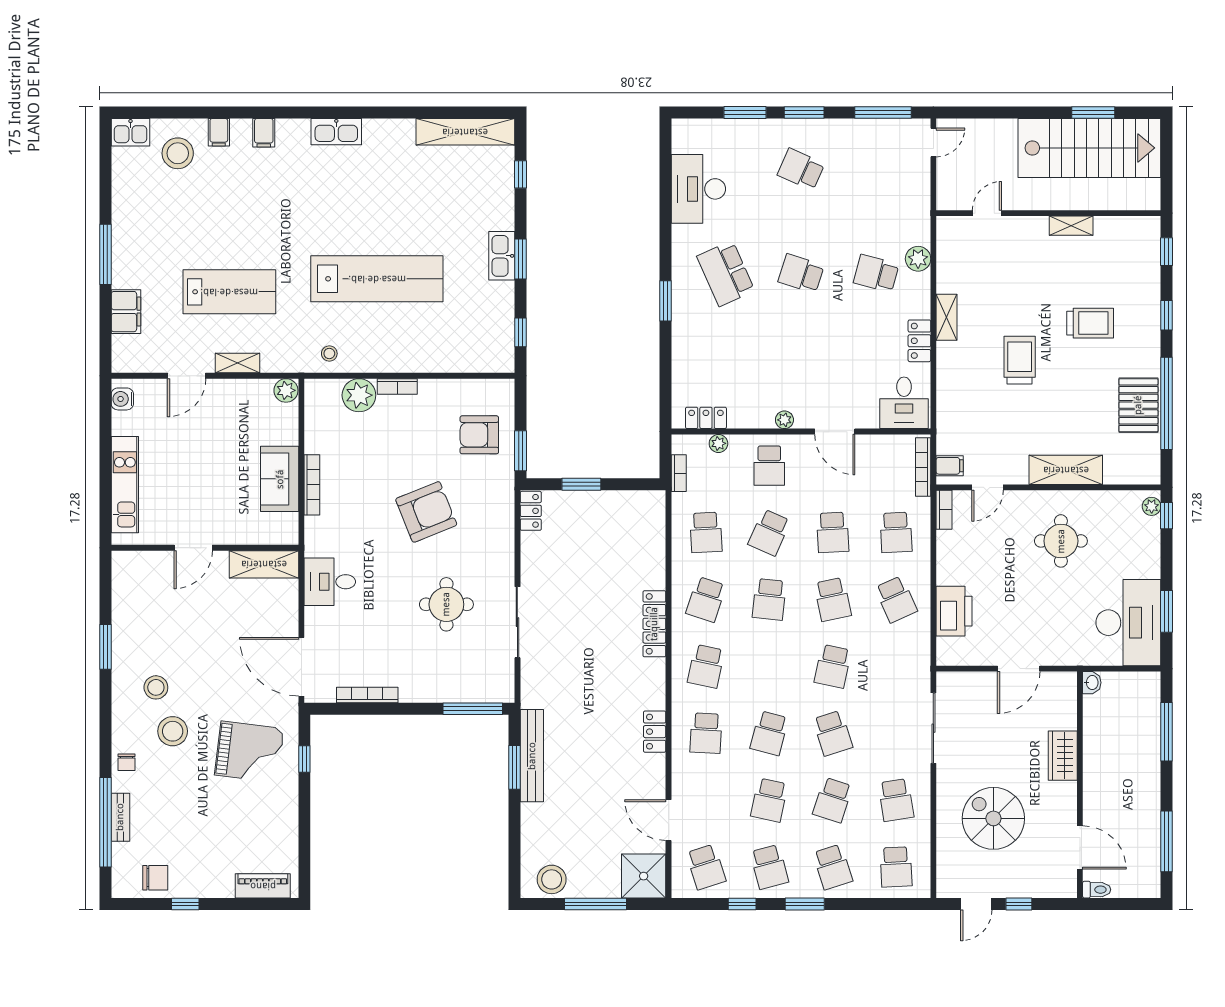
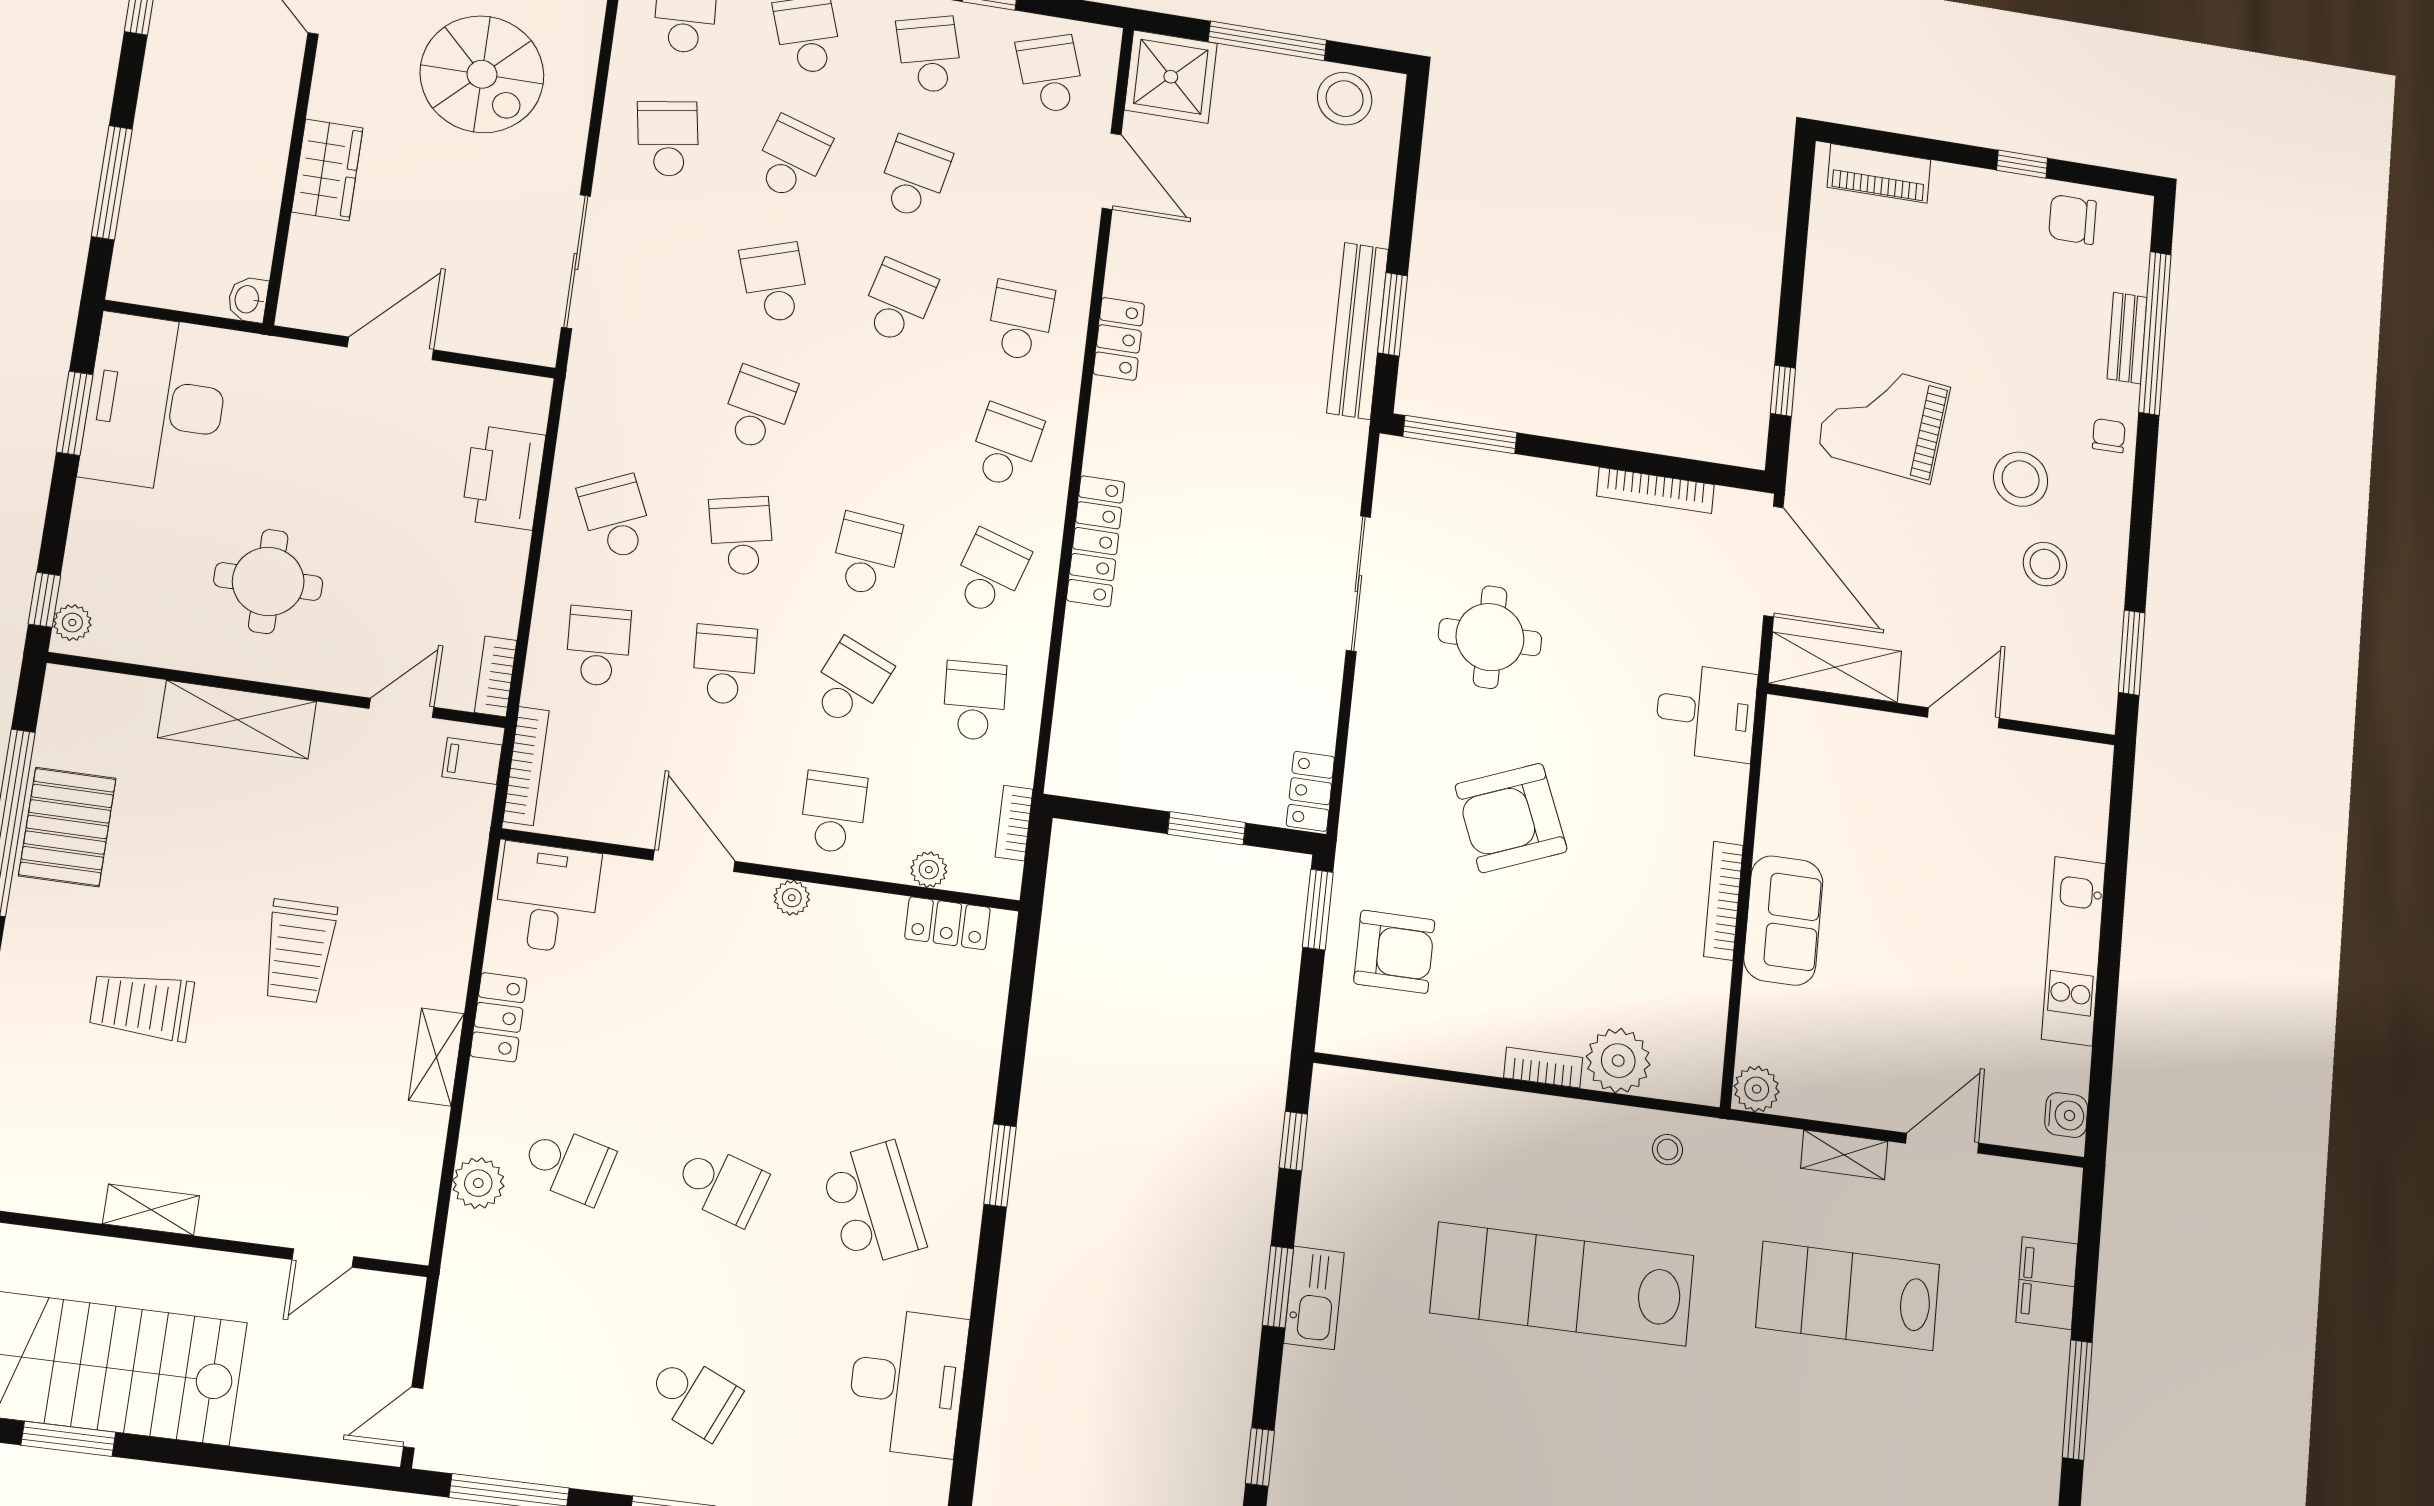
door: (193, 548) -> (1963, 718), moved
wall: (205, 548) -> (1942, 715), moved
shelving: (264, 564) -> (1835, 667), moved

